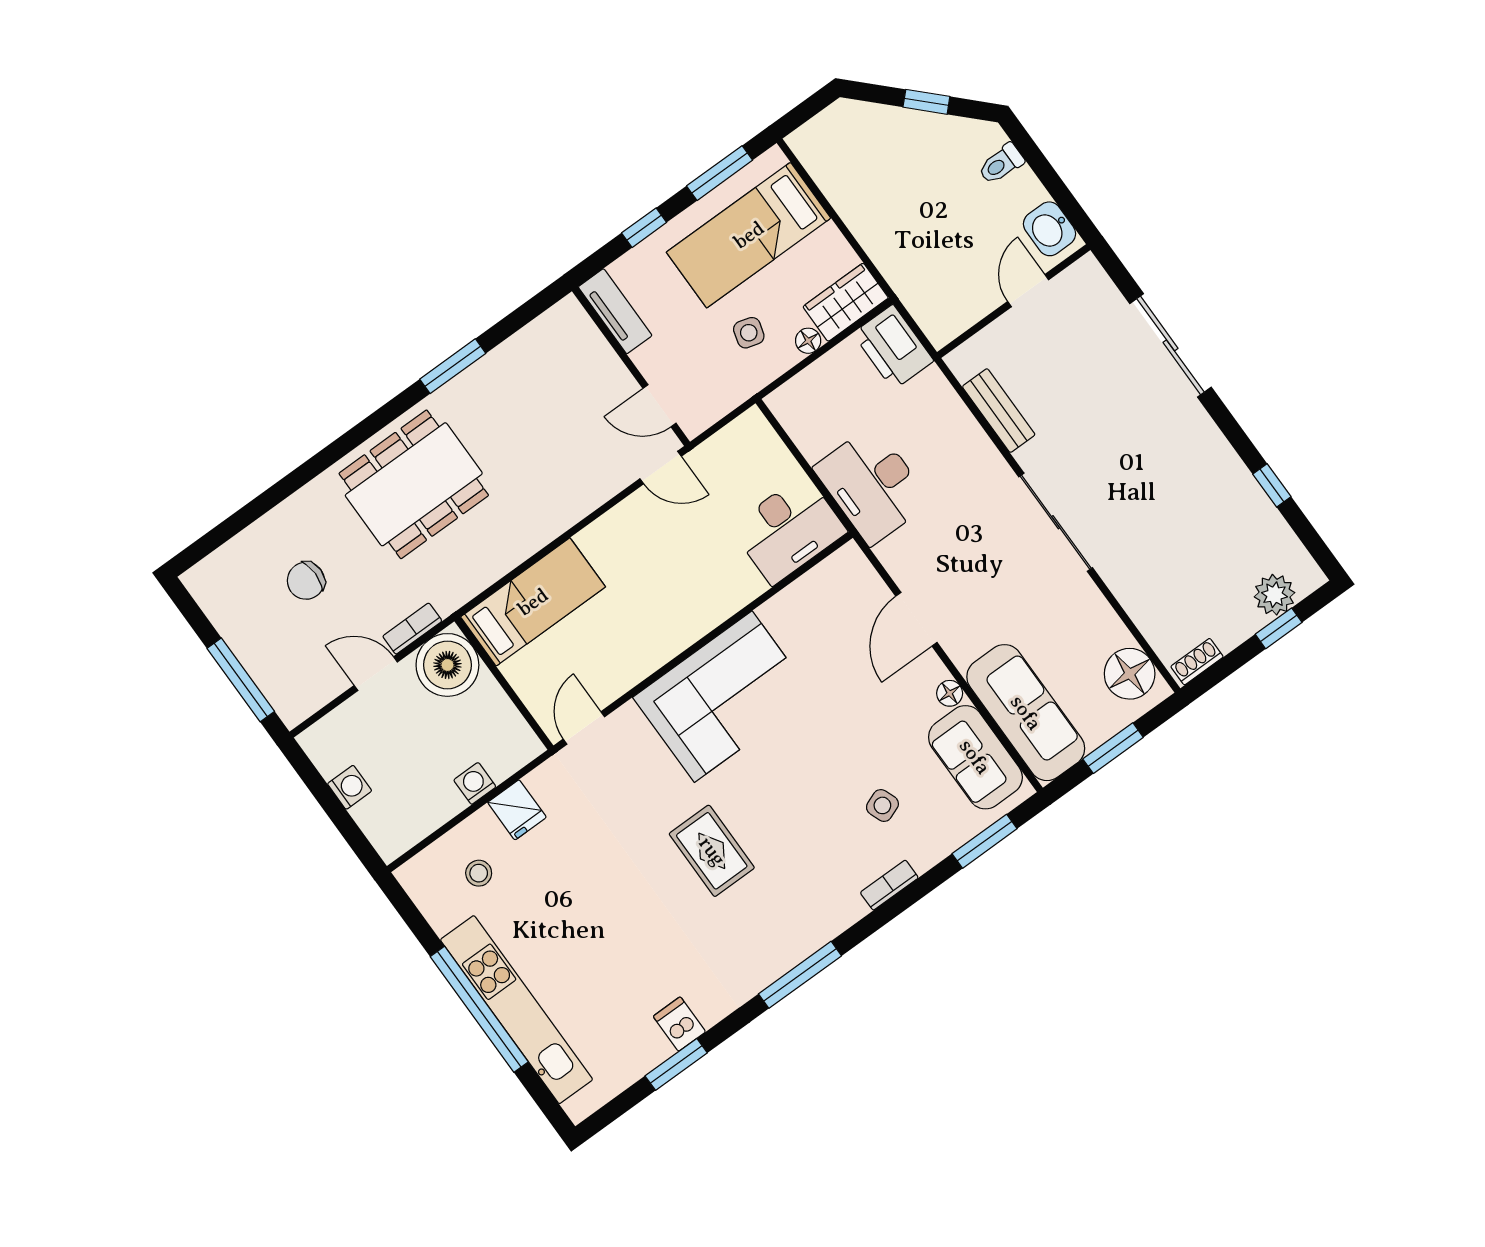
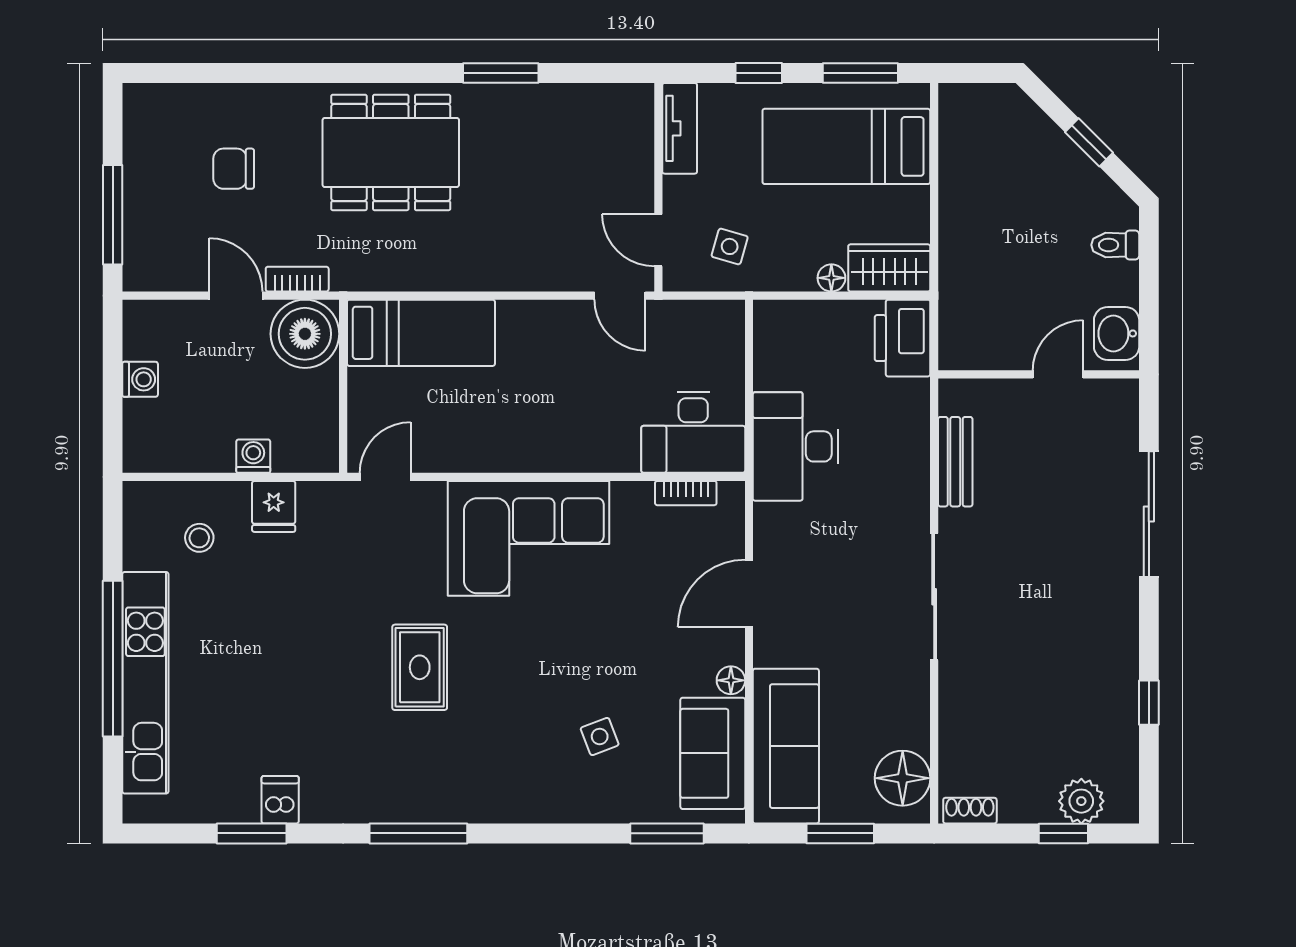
side table: (749, 333) -> (730, 246), moved
bookcase: (889, 885) -> (686, 493), moved, turned 180

